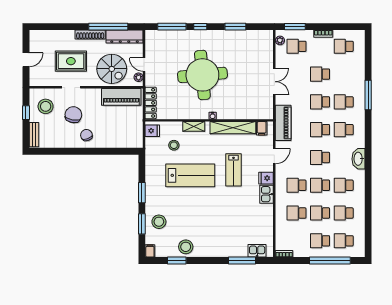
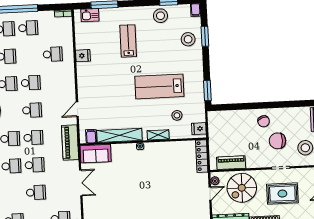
door: (144, 65) -> (210, 194), hinge flipped
spiral stairs: (112, 69) -> (242, 188), turned -90
round table: (202, 75) -> (152, 186), removed
double door: (274, 82) -> (81, 183), swing flipped
piano: (121, 97) -> (231, 163), width x0.73, depth x0.75
sofa: (258, 110) -> (96, 154), added
chair: (73, 115) -> (277, 141), turned 79
lab bench: (234, 170) -> (128, 41), moved
fridge: (266, 178) -> (83, 56), moved
school desk: (297, 185) -> (54, 82), removed
window: (142, 193) -> (207, 91), moved
kitchen sink: (267, 194) -> (83, 71), removed
school desk: (320, 213) -> (29, 55), removed

